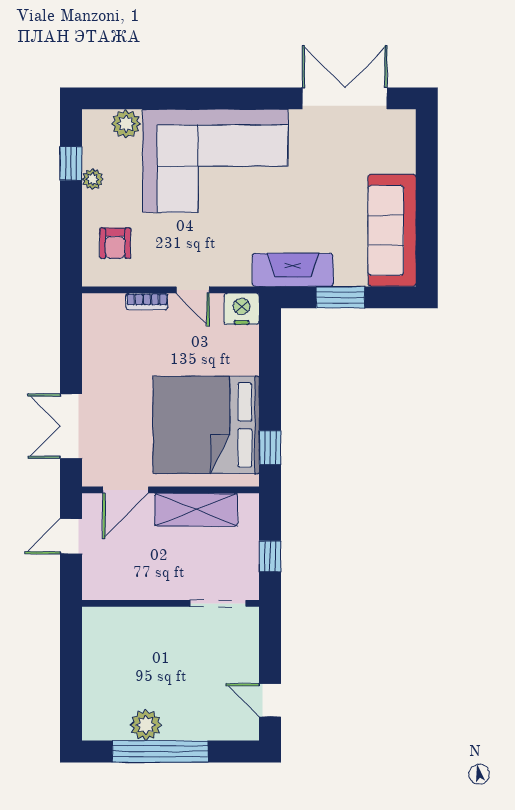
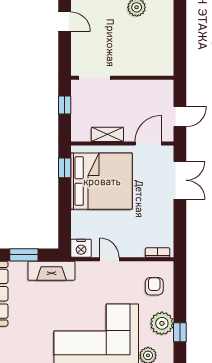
plant: (93, 179) -> (162, 323), width x1.88, depth x1.88
bookcase: (147, 301) -> (158, 253), moved
shelving: (196, 510) -> (107, 134), width x0.67, depth x0.75

